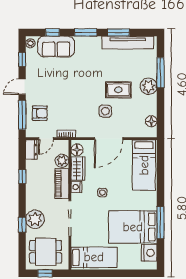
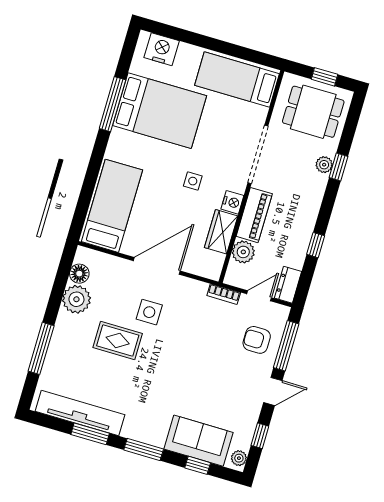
plant: (149, 86) -> (76, 299), moved
floor lamp: (77, 150) -> (214, 263), removed
plant: (35, 219) -> (324, 165), width x0.53, depth x0.53
nightstand: (149, 253) -> (162, 49), moved, turned 90

